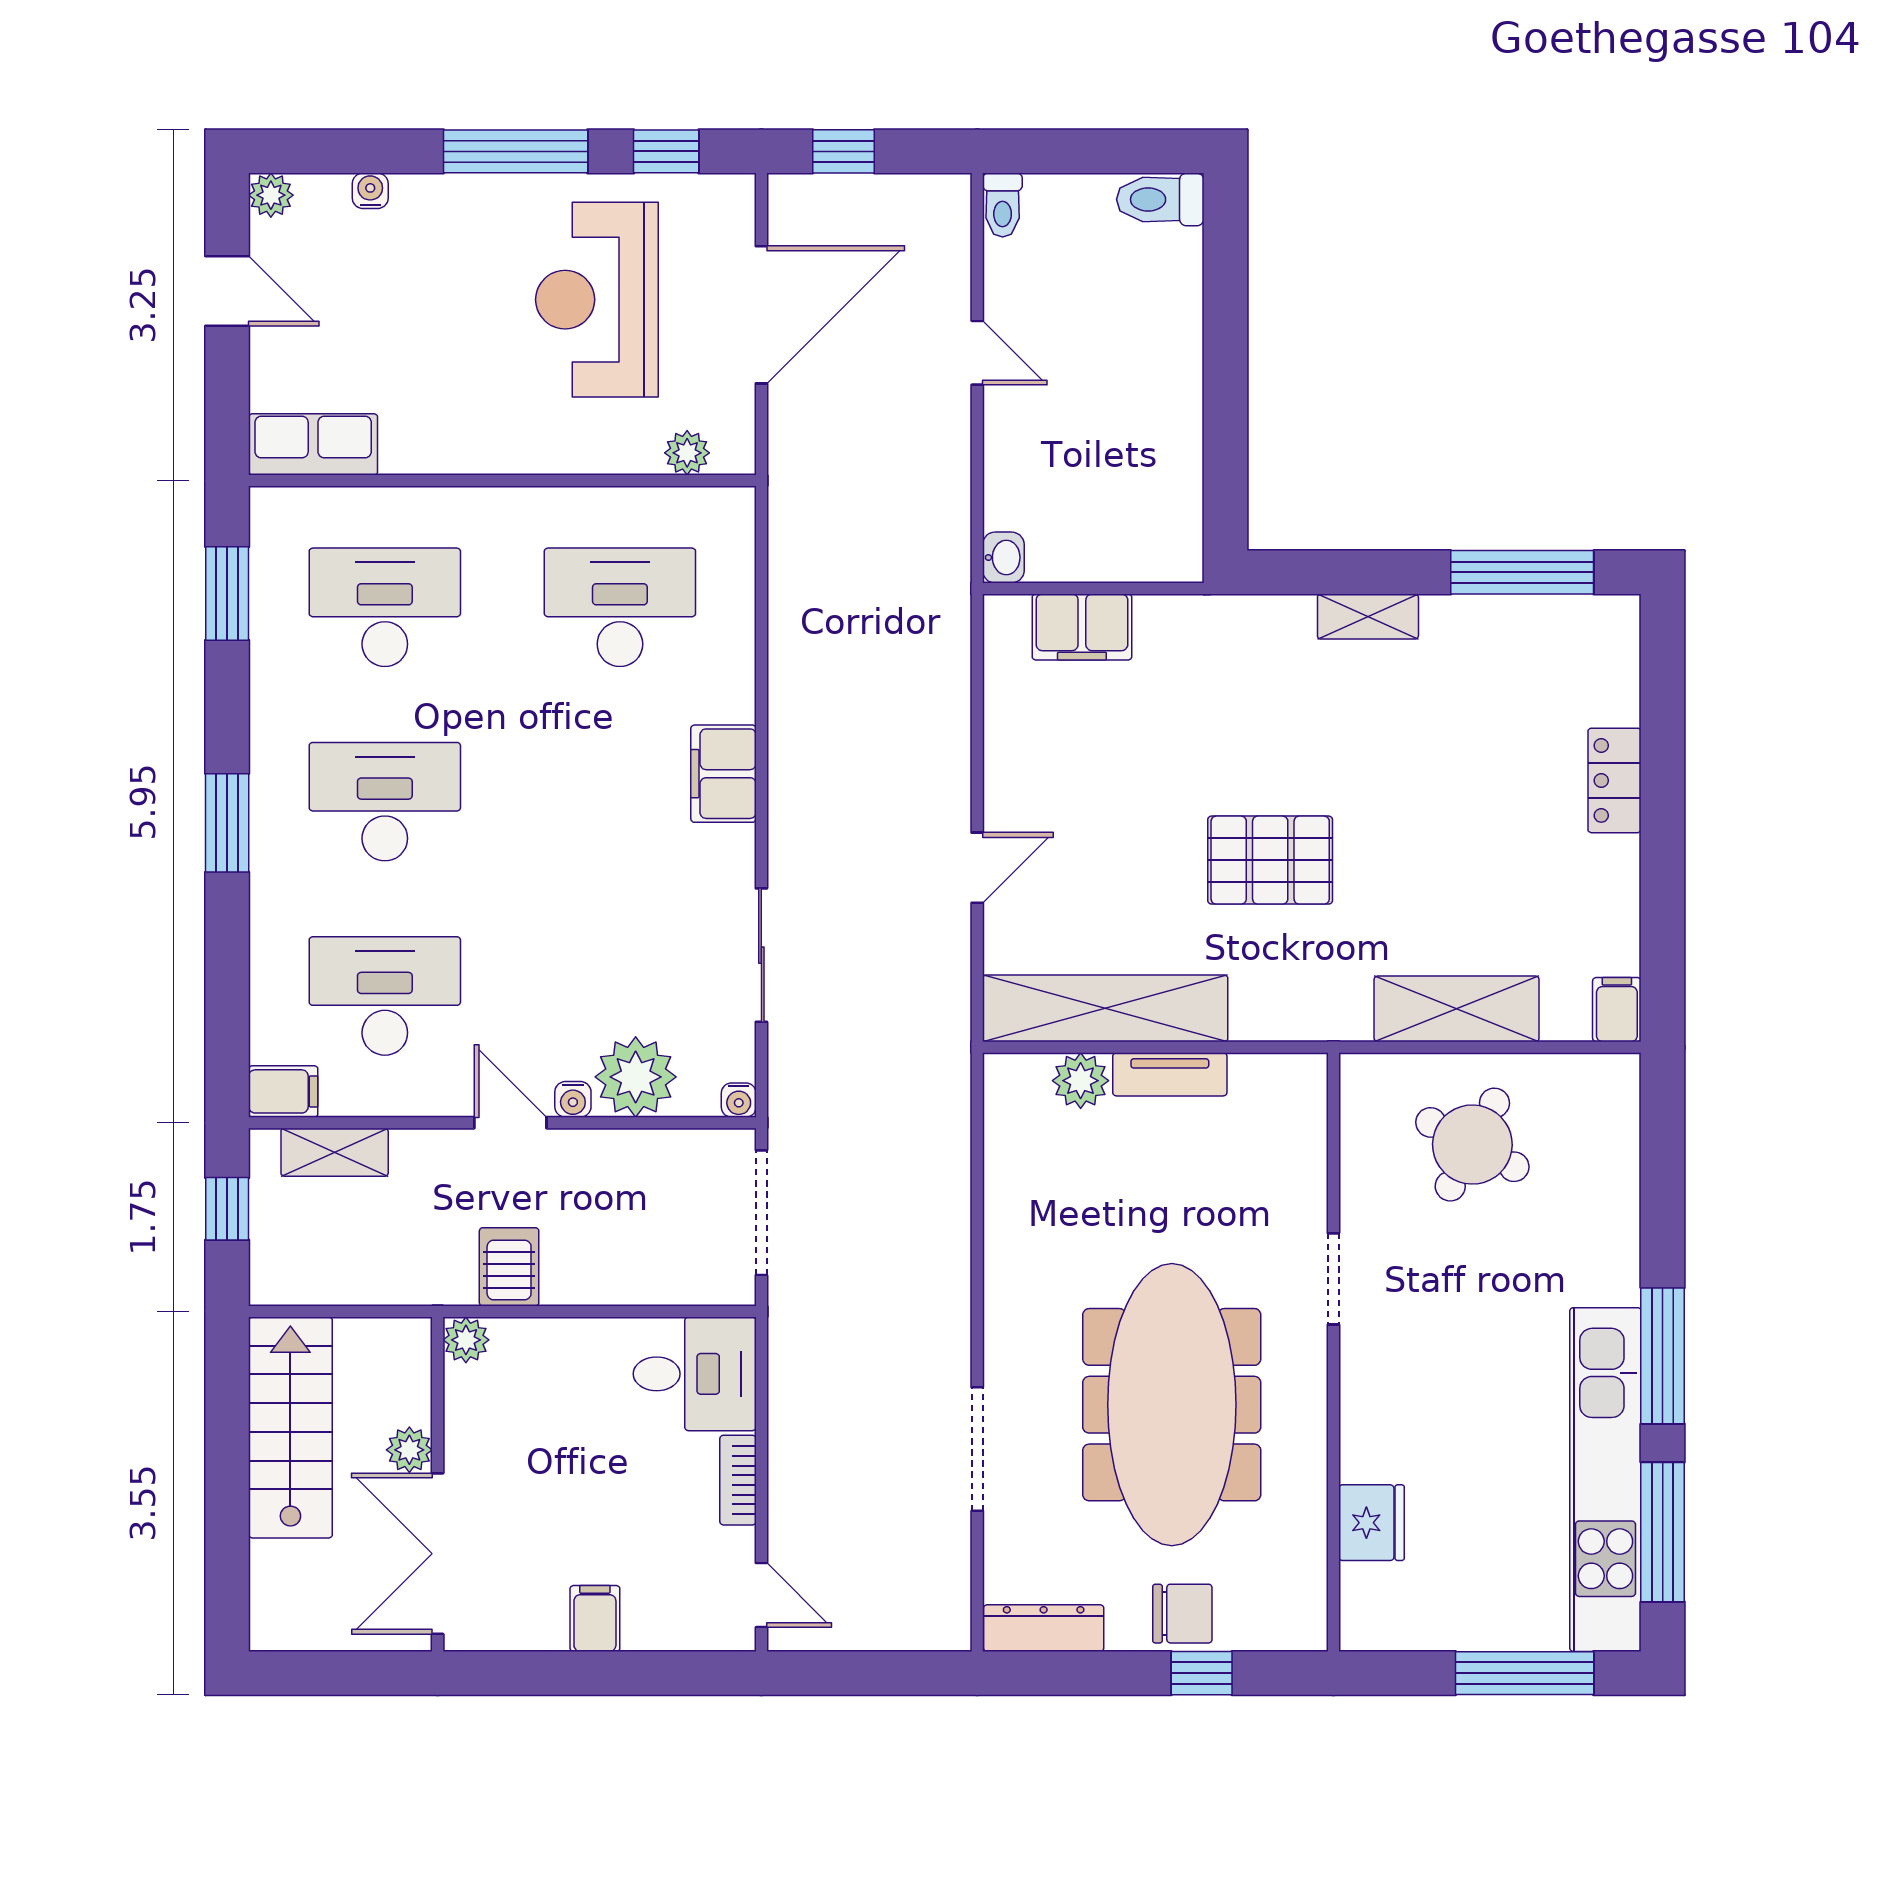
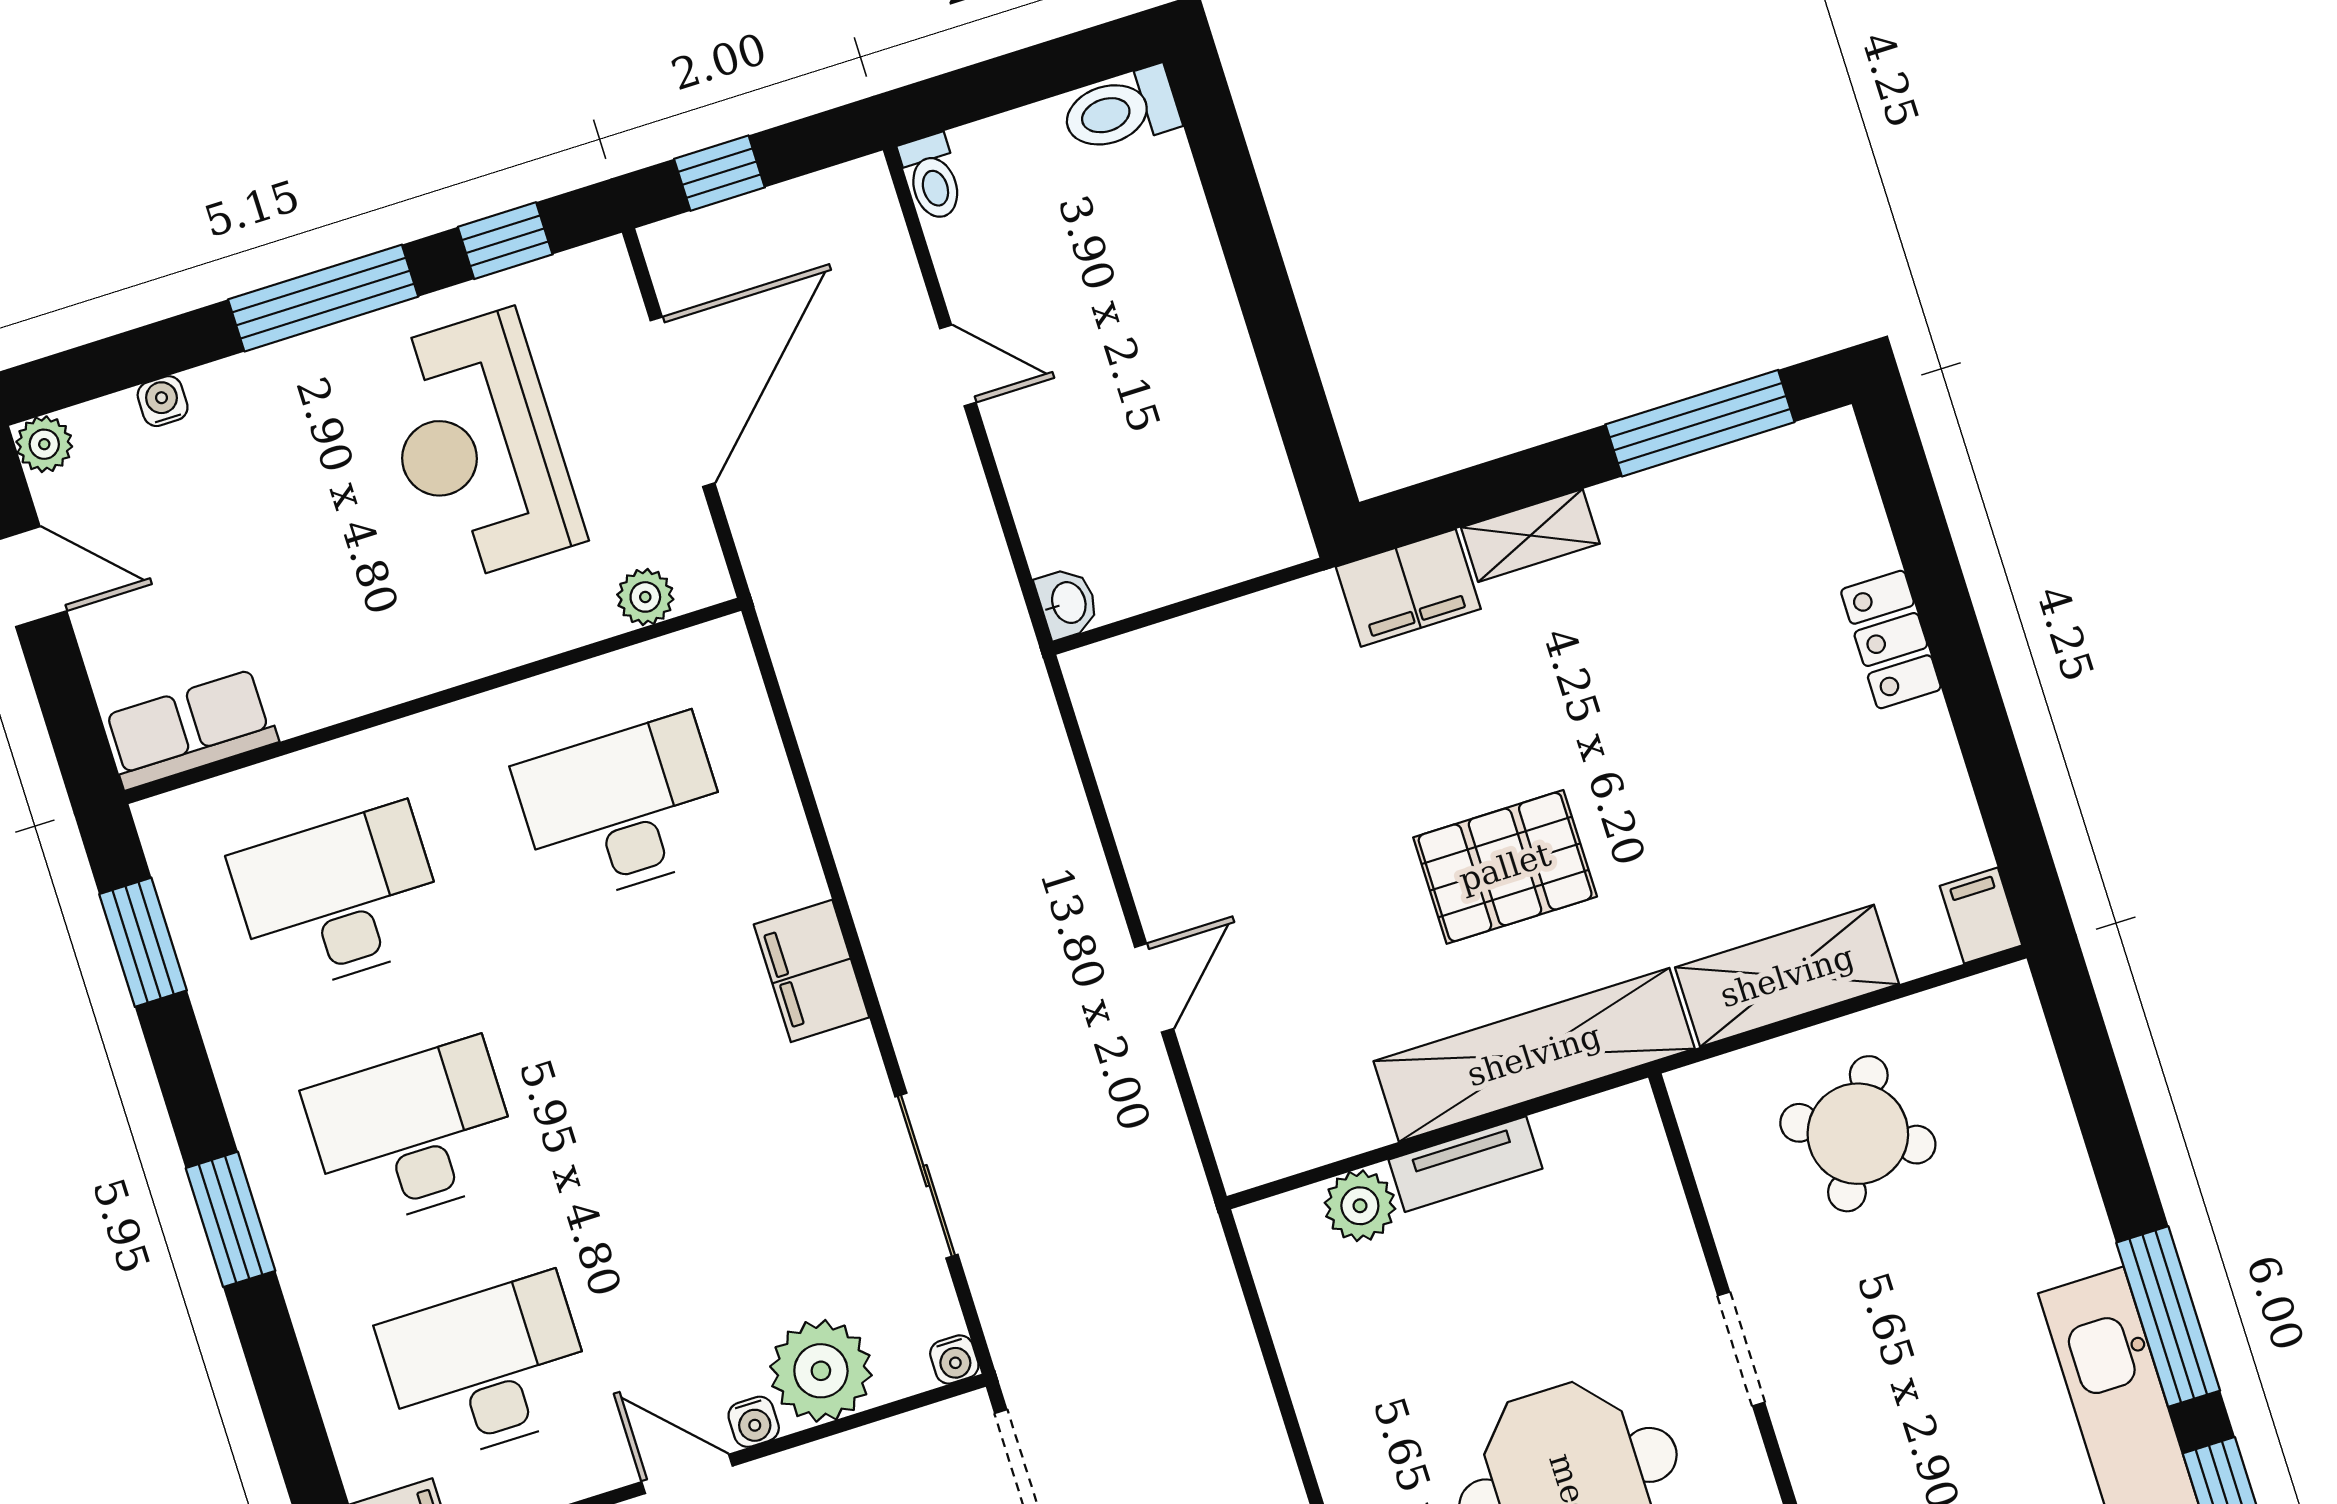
filing cabinet: (1082, 627) -> (1408, 588), moved
shelving: (1105, 1008) -> (1534, 1055), moved

